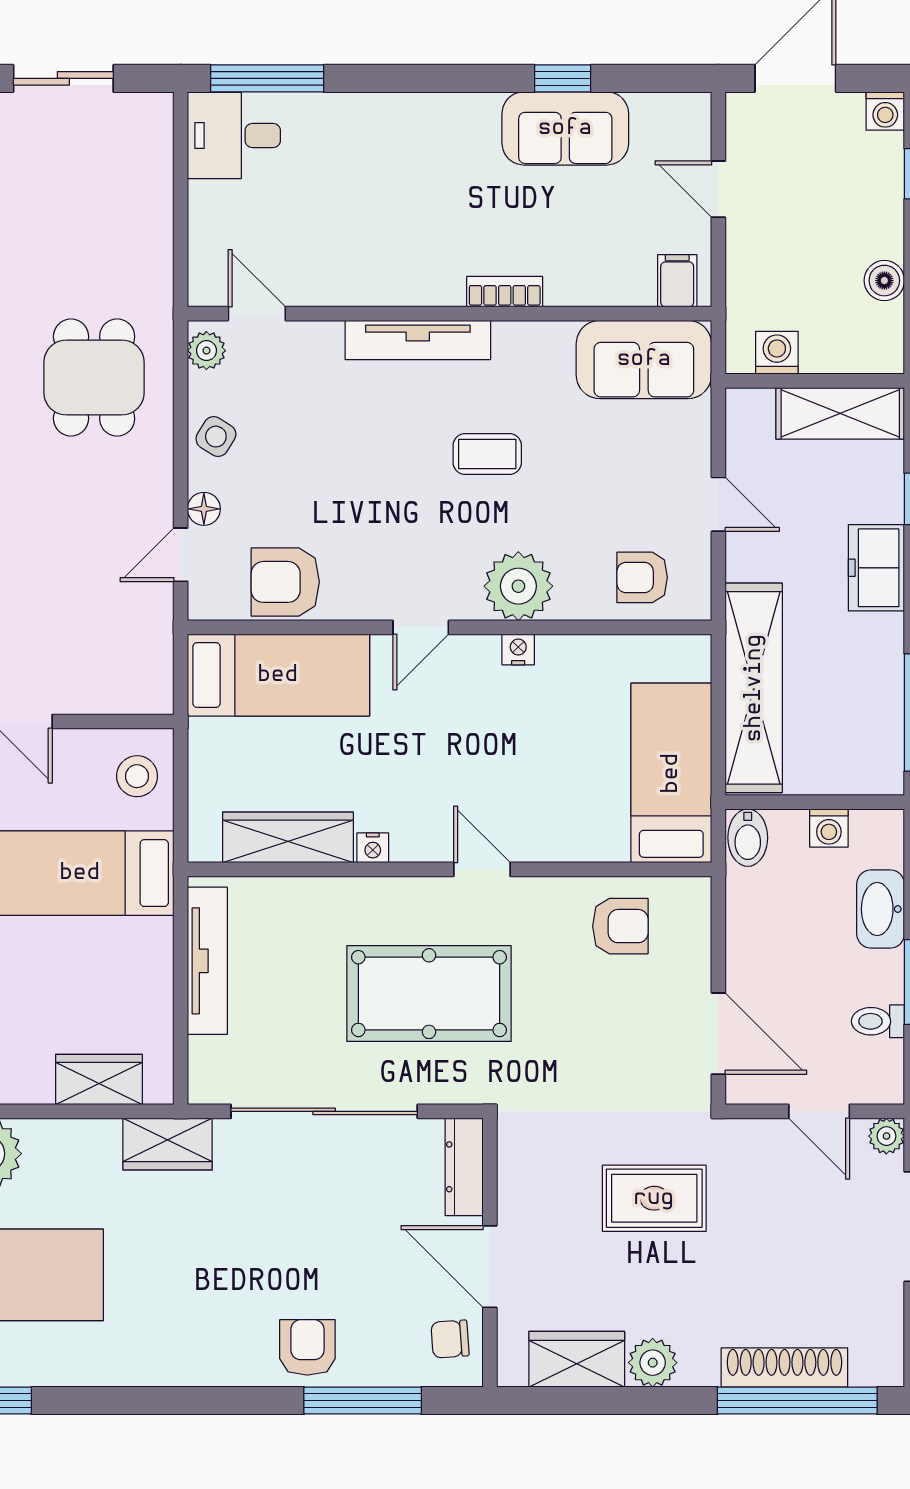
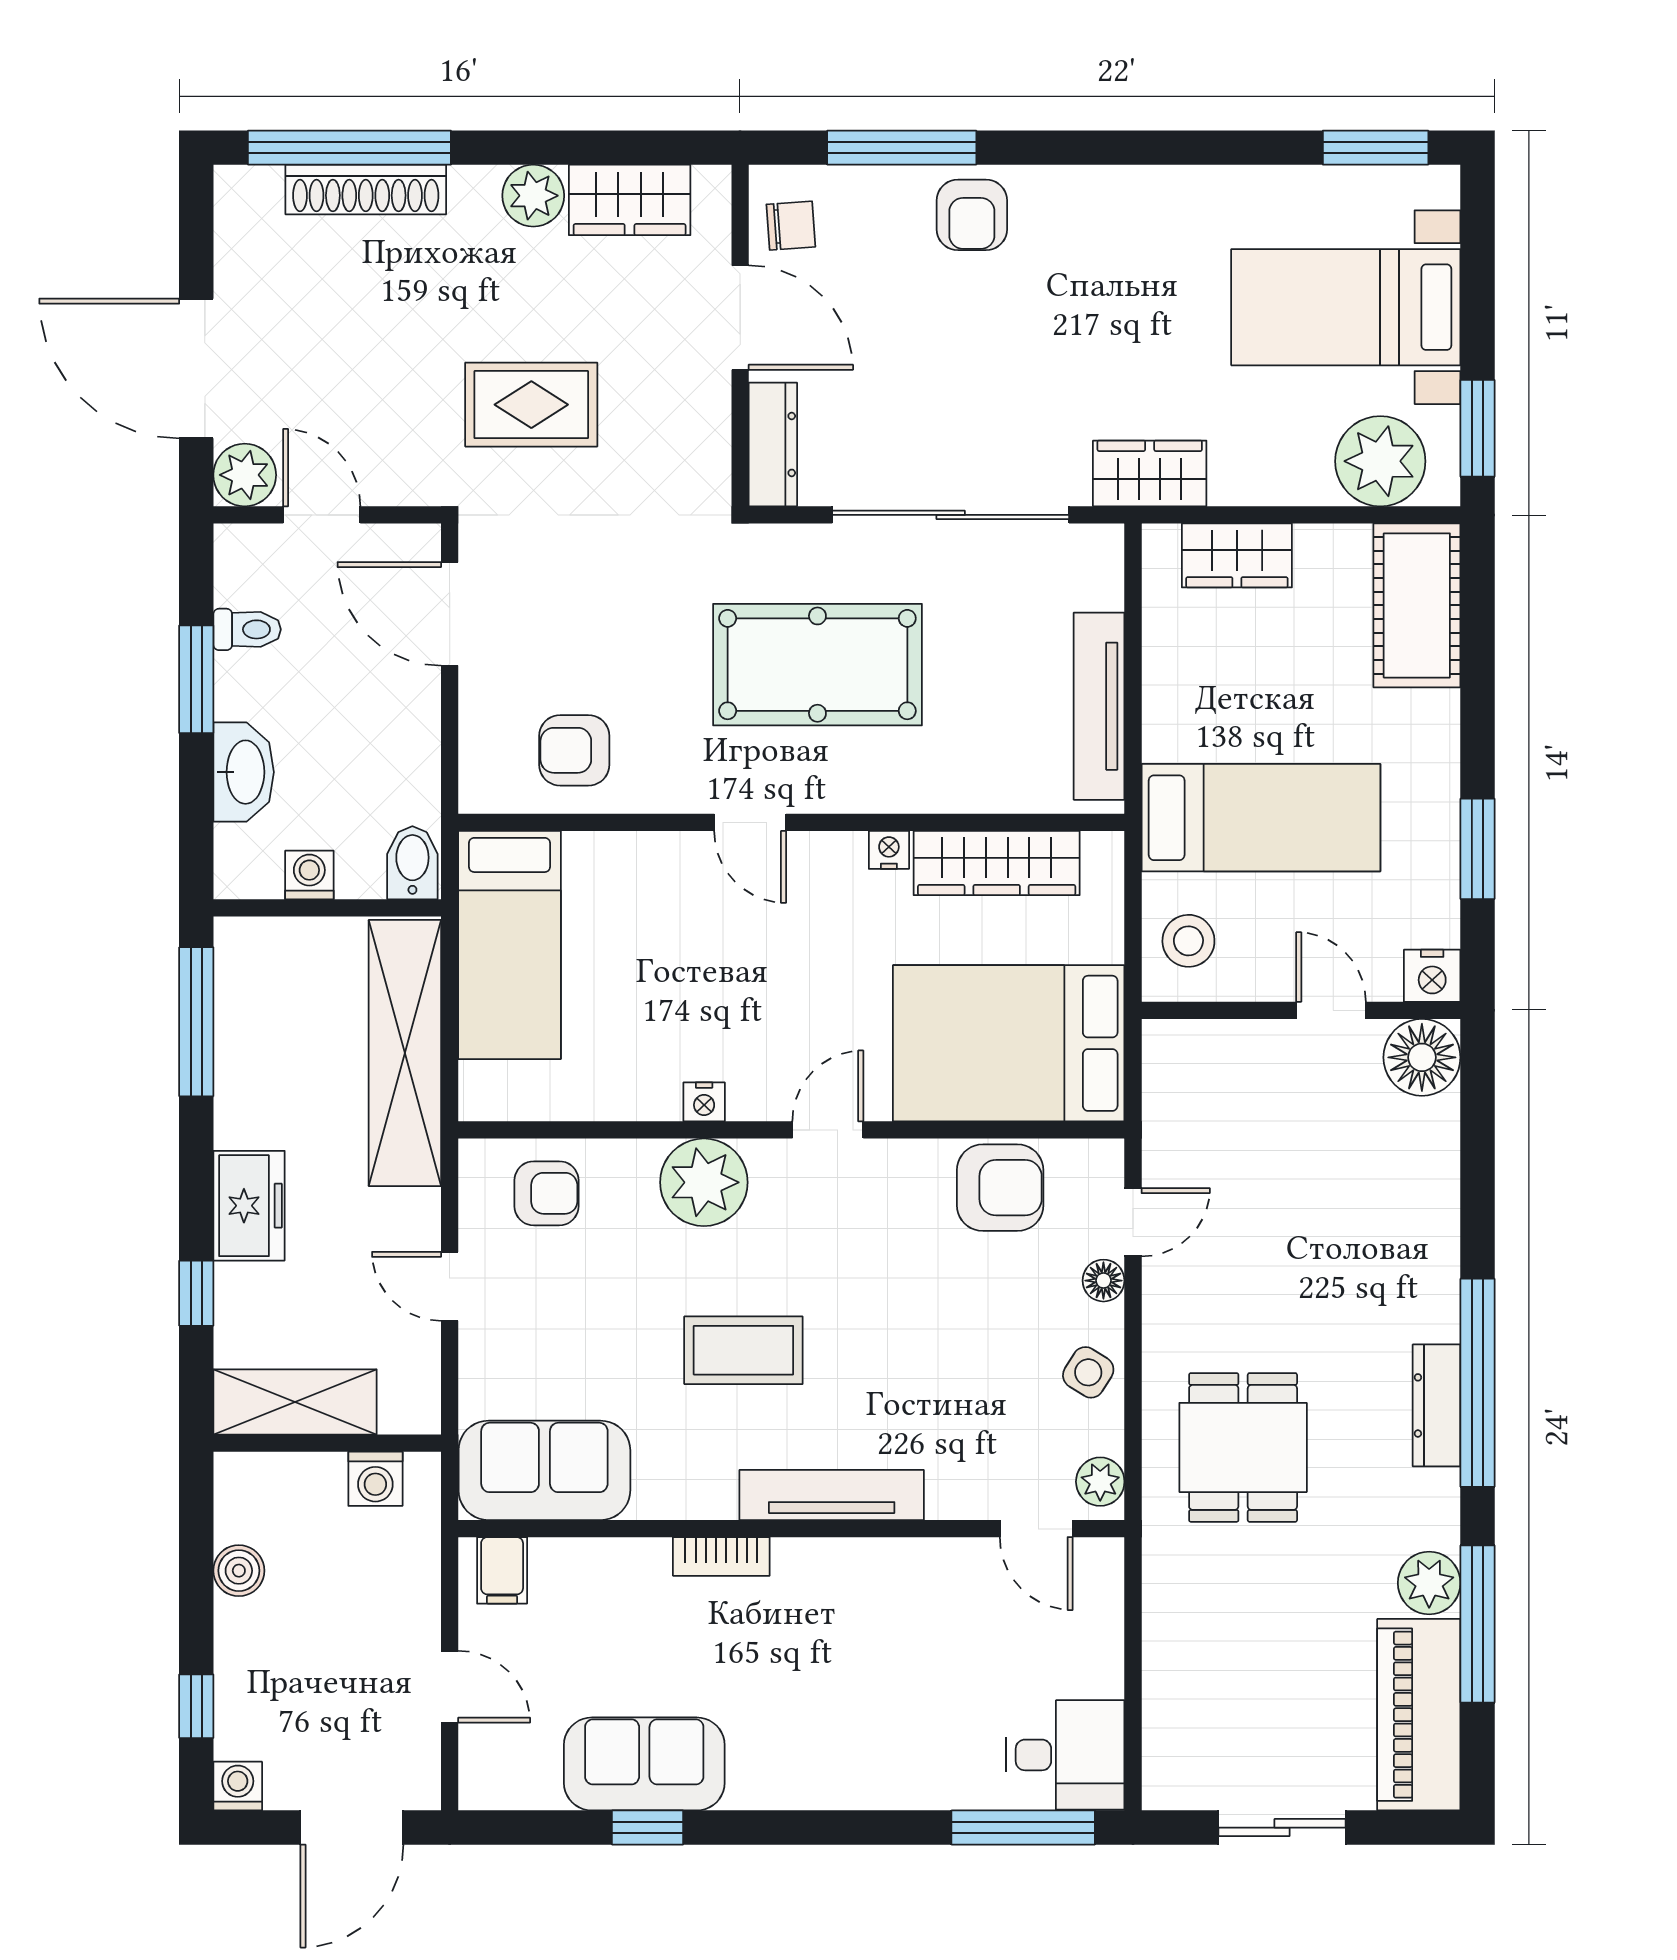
coffee table: (487, 454) -> (743, 1350), width x1.36, depth x1.30
bed: (278, 675) -> (1009, 1043), width x1.50
plant: (886, 1136) -> (245, 475), width x1.38, depth x1.38

